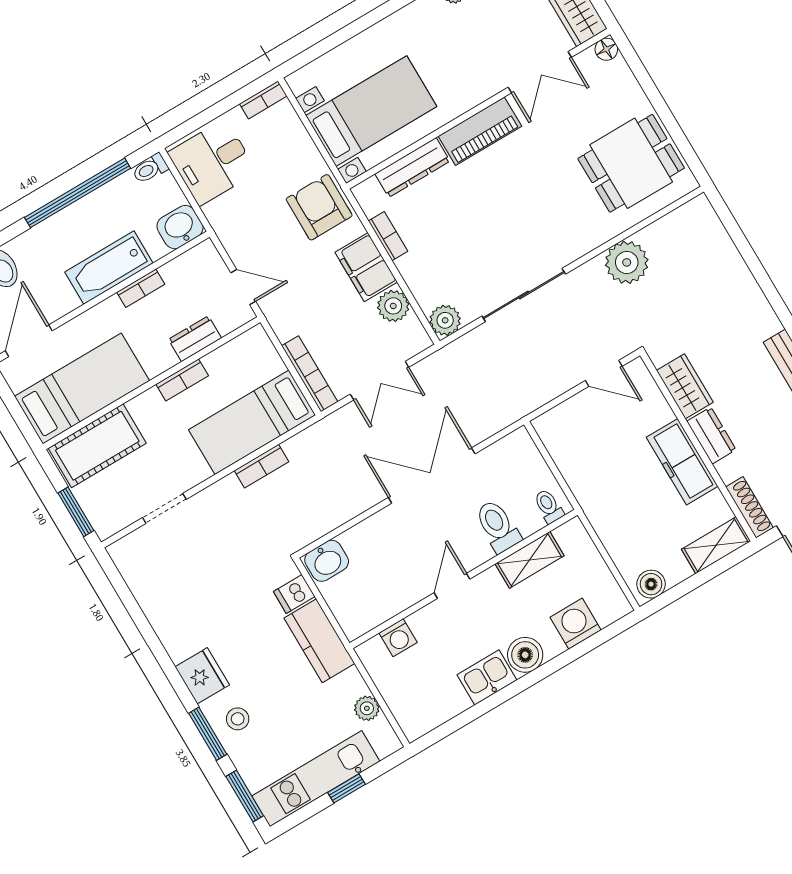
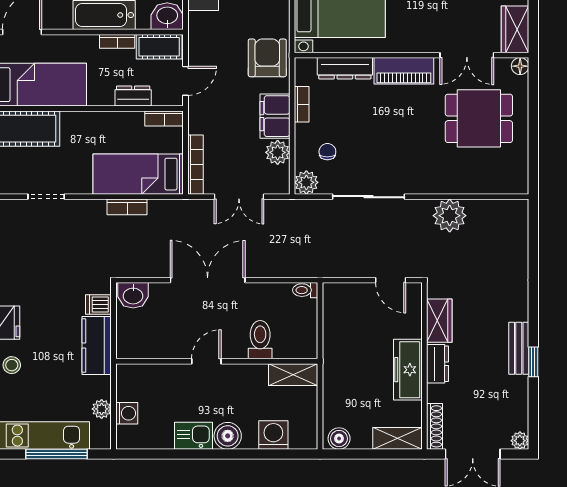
dining table: (631, 163) -> (479, 118), moved
cot: (191, 266) -> (159, 47), added
chair: (448, 272) -> (327, 152), added
door: (243, 287) -> (185, 81), hinge flipped
bookcase: (182, 380) -> (164, 118), moved
double door: (432, 476) -> (208, 280), moved
toilet: (549, 506) -> (305, 290), moved, turned -90
shelving: (530, 560) -> (293, 375), moved
washing machine: (398, 638) -> (127, 413), moved, turned -90
window: (346, 788) -> (57, 454), width x2.17

